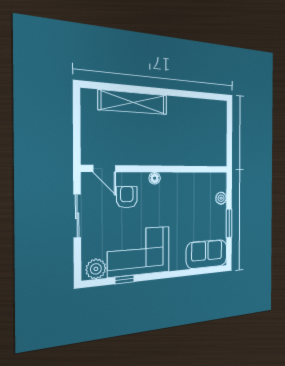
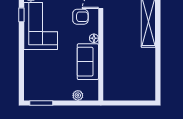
window: (229, 223) -> (41, 103), moved
sofa: (207, 254) -> (88, 62), moved, turned 180

